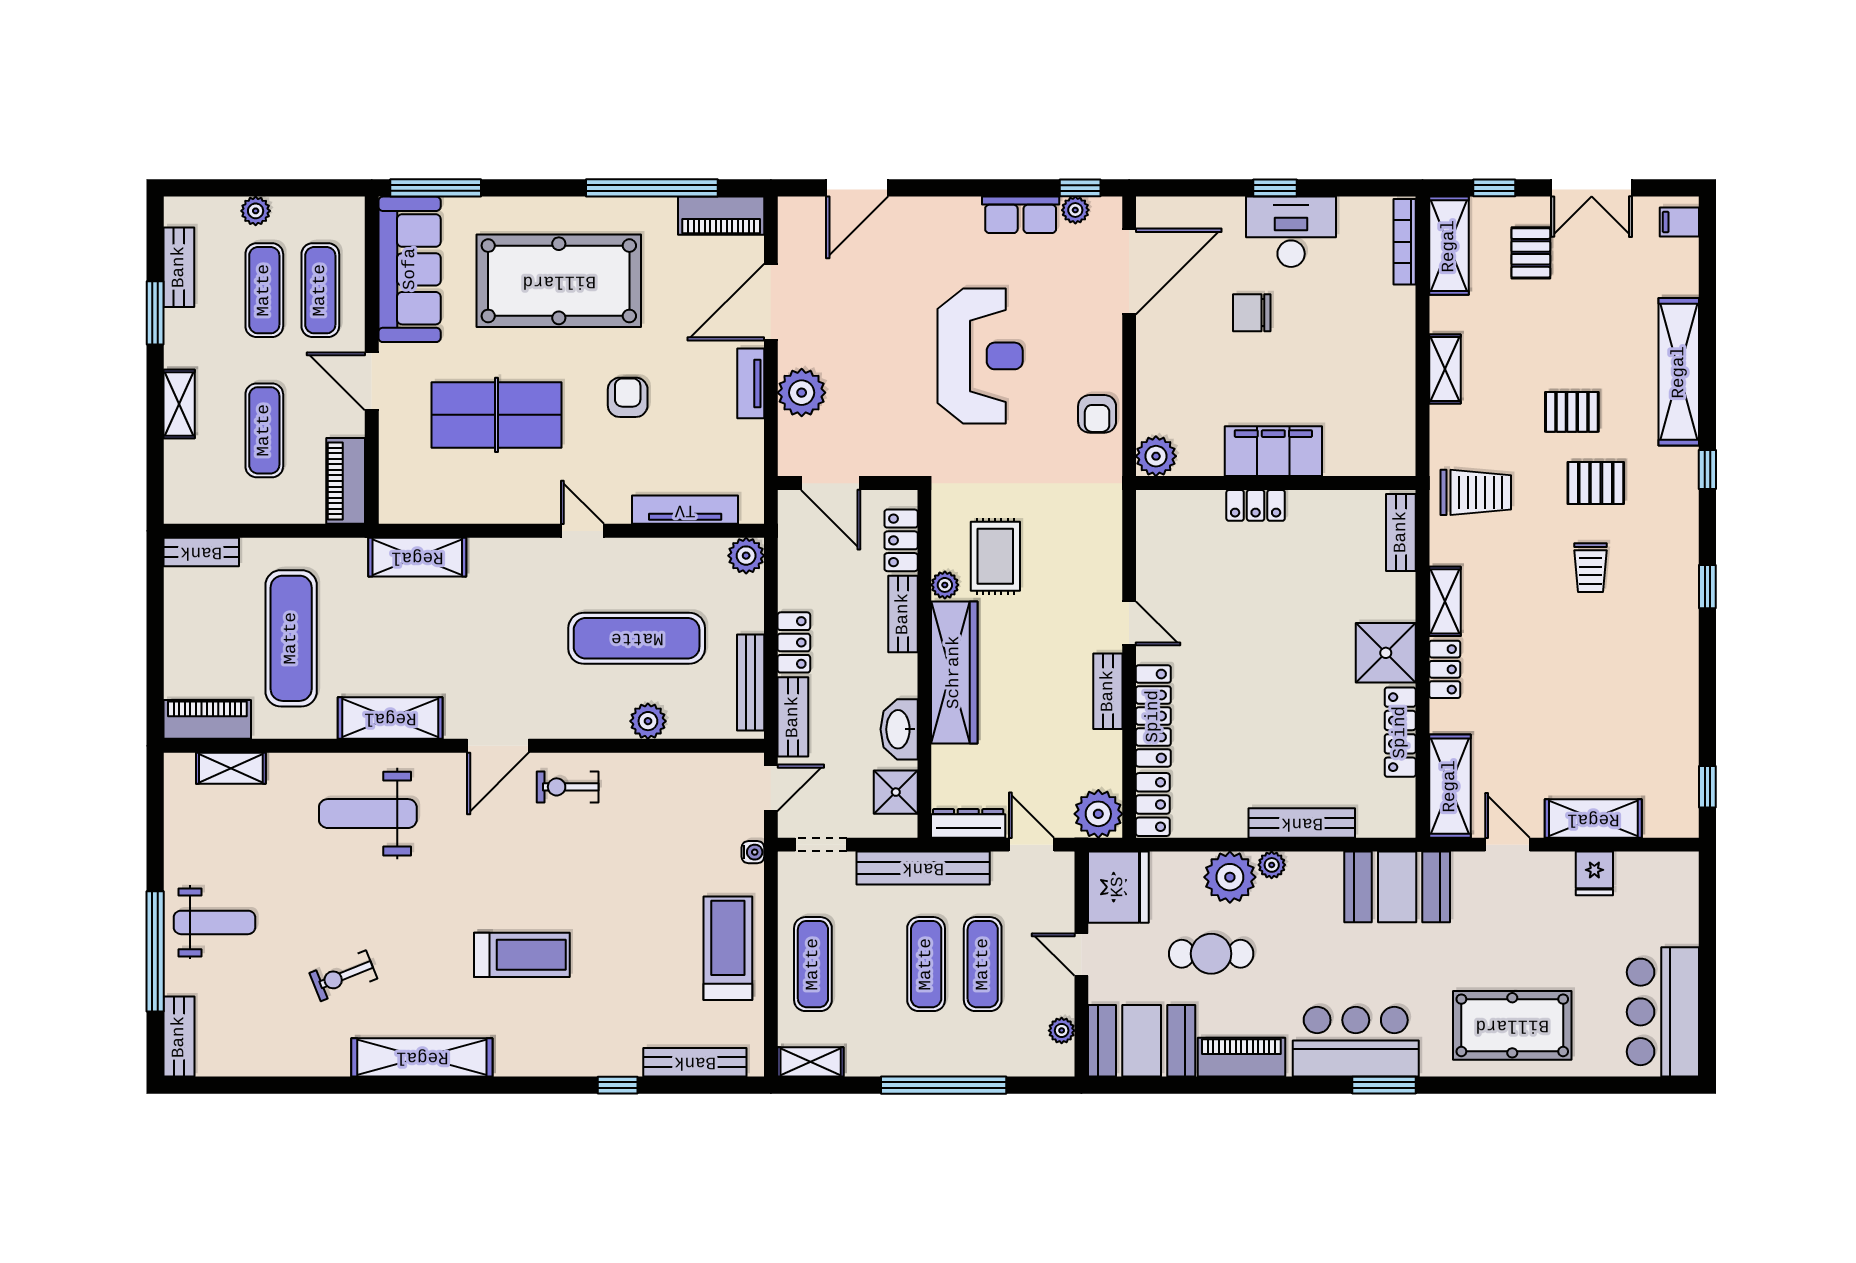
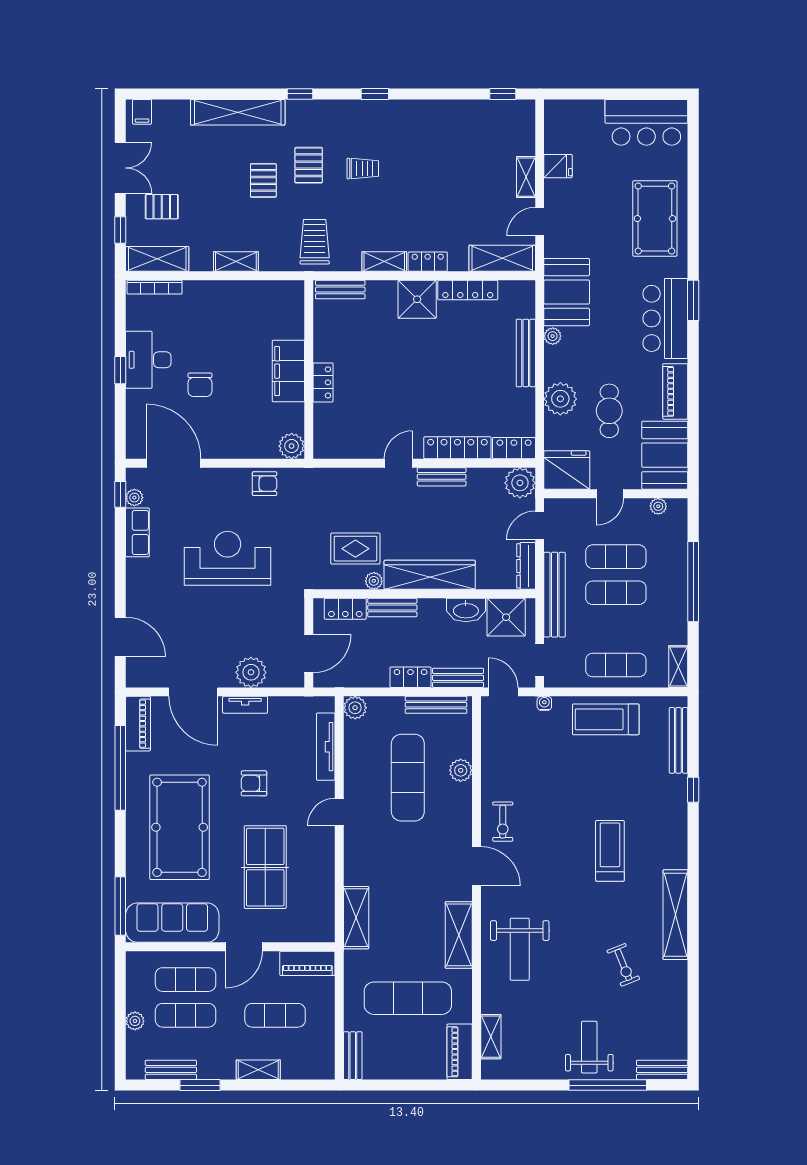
shower: (896, 792) -> (506, 617), width x1.36, depth x1.36
shelving: (1593, 819) -> (526, 177), width x0.67, depth x0.75
plant: (1272, 865) -> (553, 336), moved

